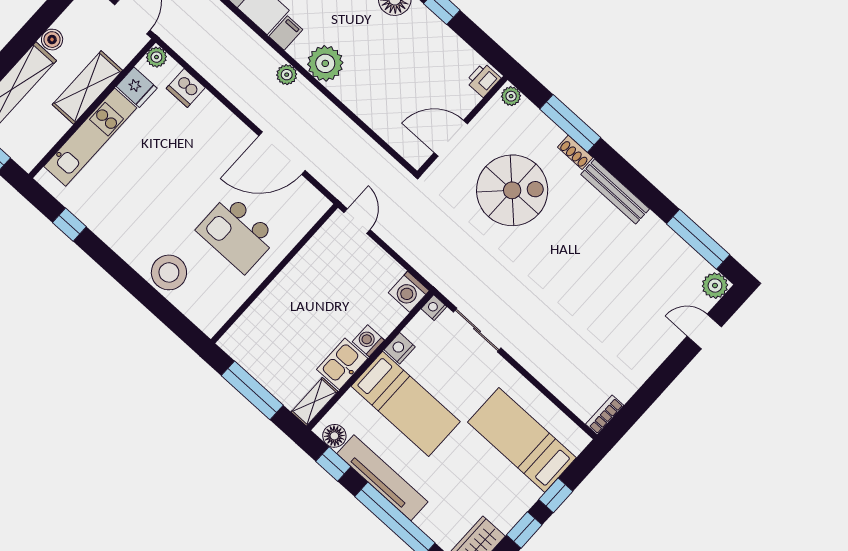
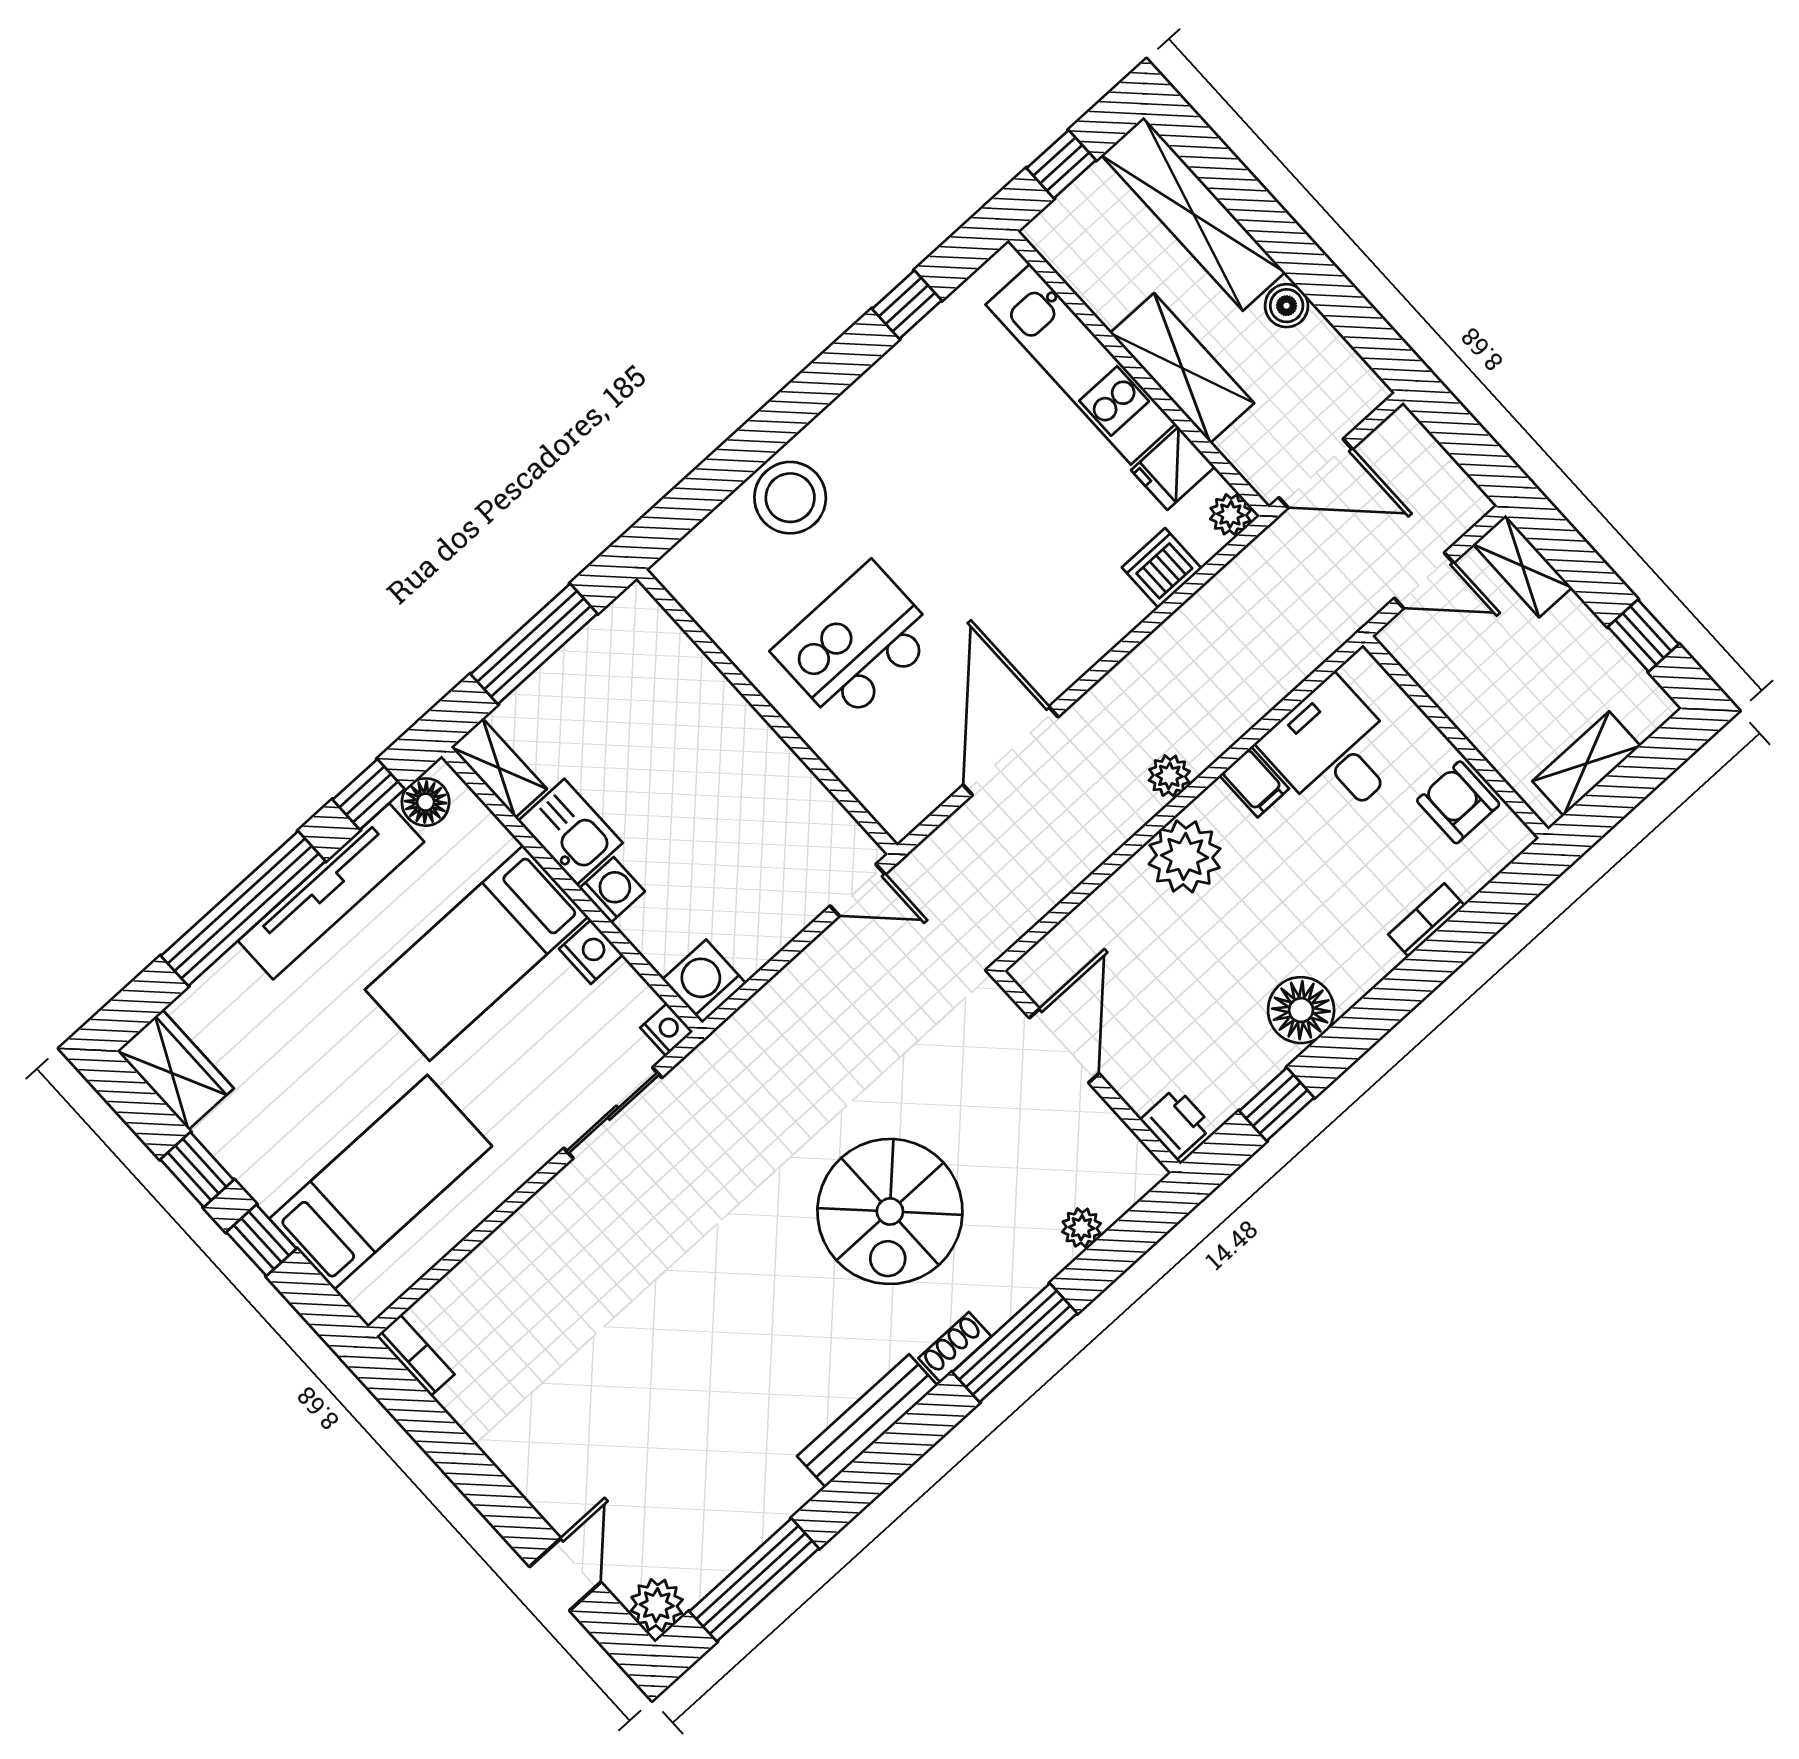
printer: (483, 80) -> (1176, 1123), moved
wall: (462, 125) -> (1088, 1072), moved
door: (451, 138) -> (1064, 1046), moved

